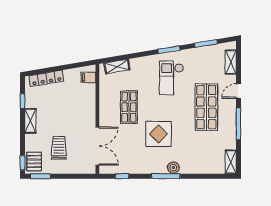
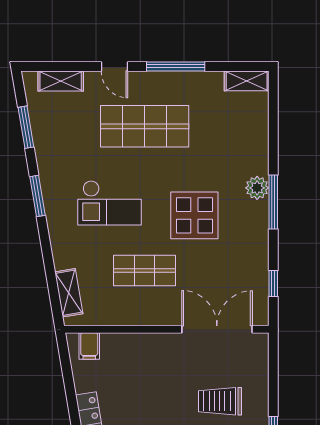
checkout: (171, 78) -> (109, 203), moved

